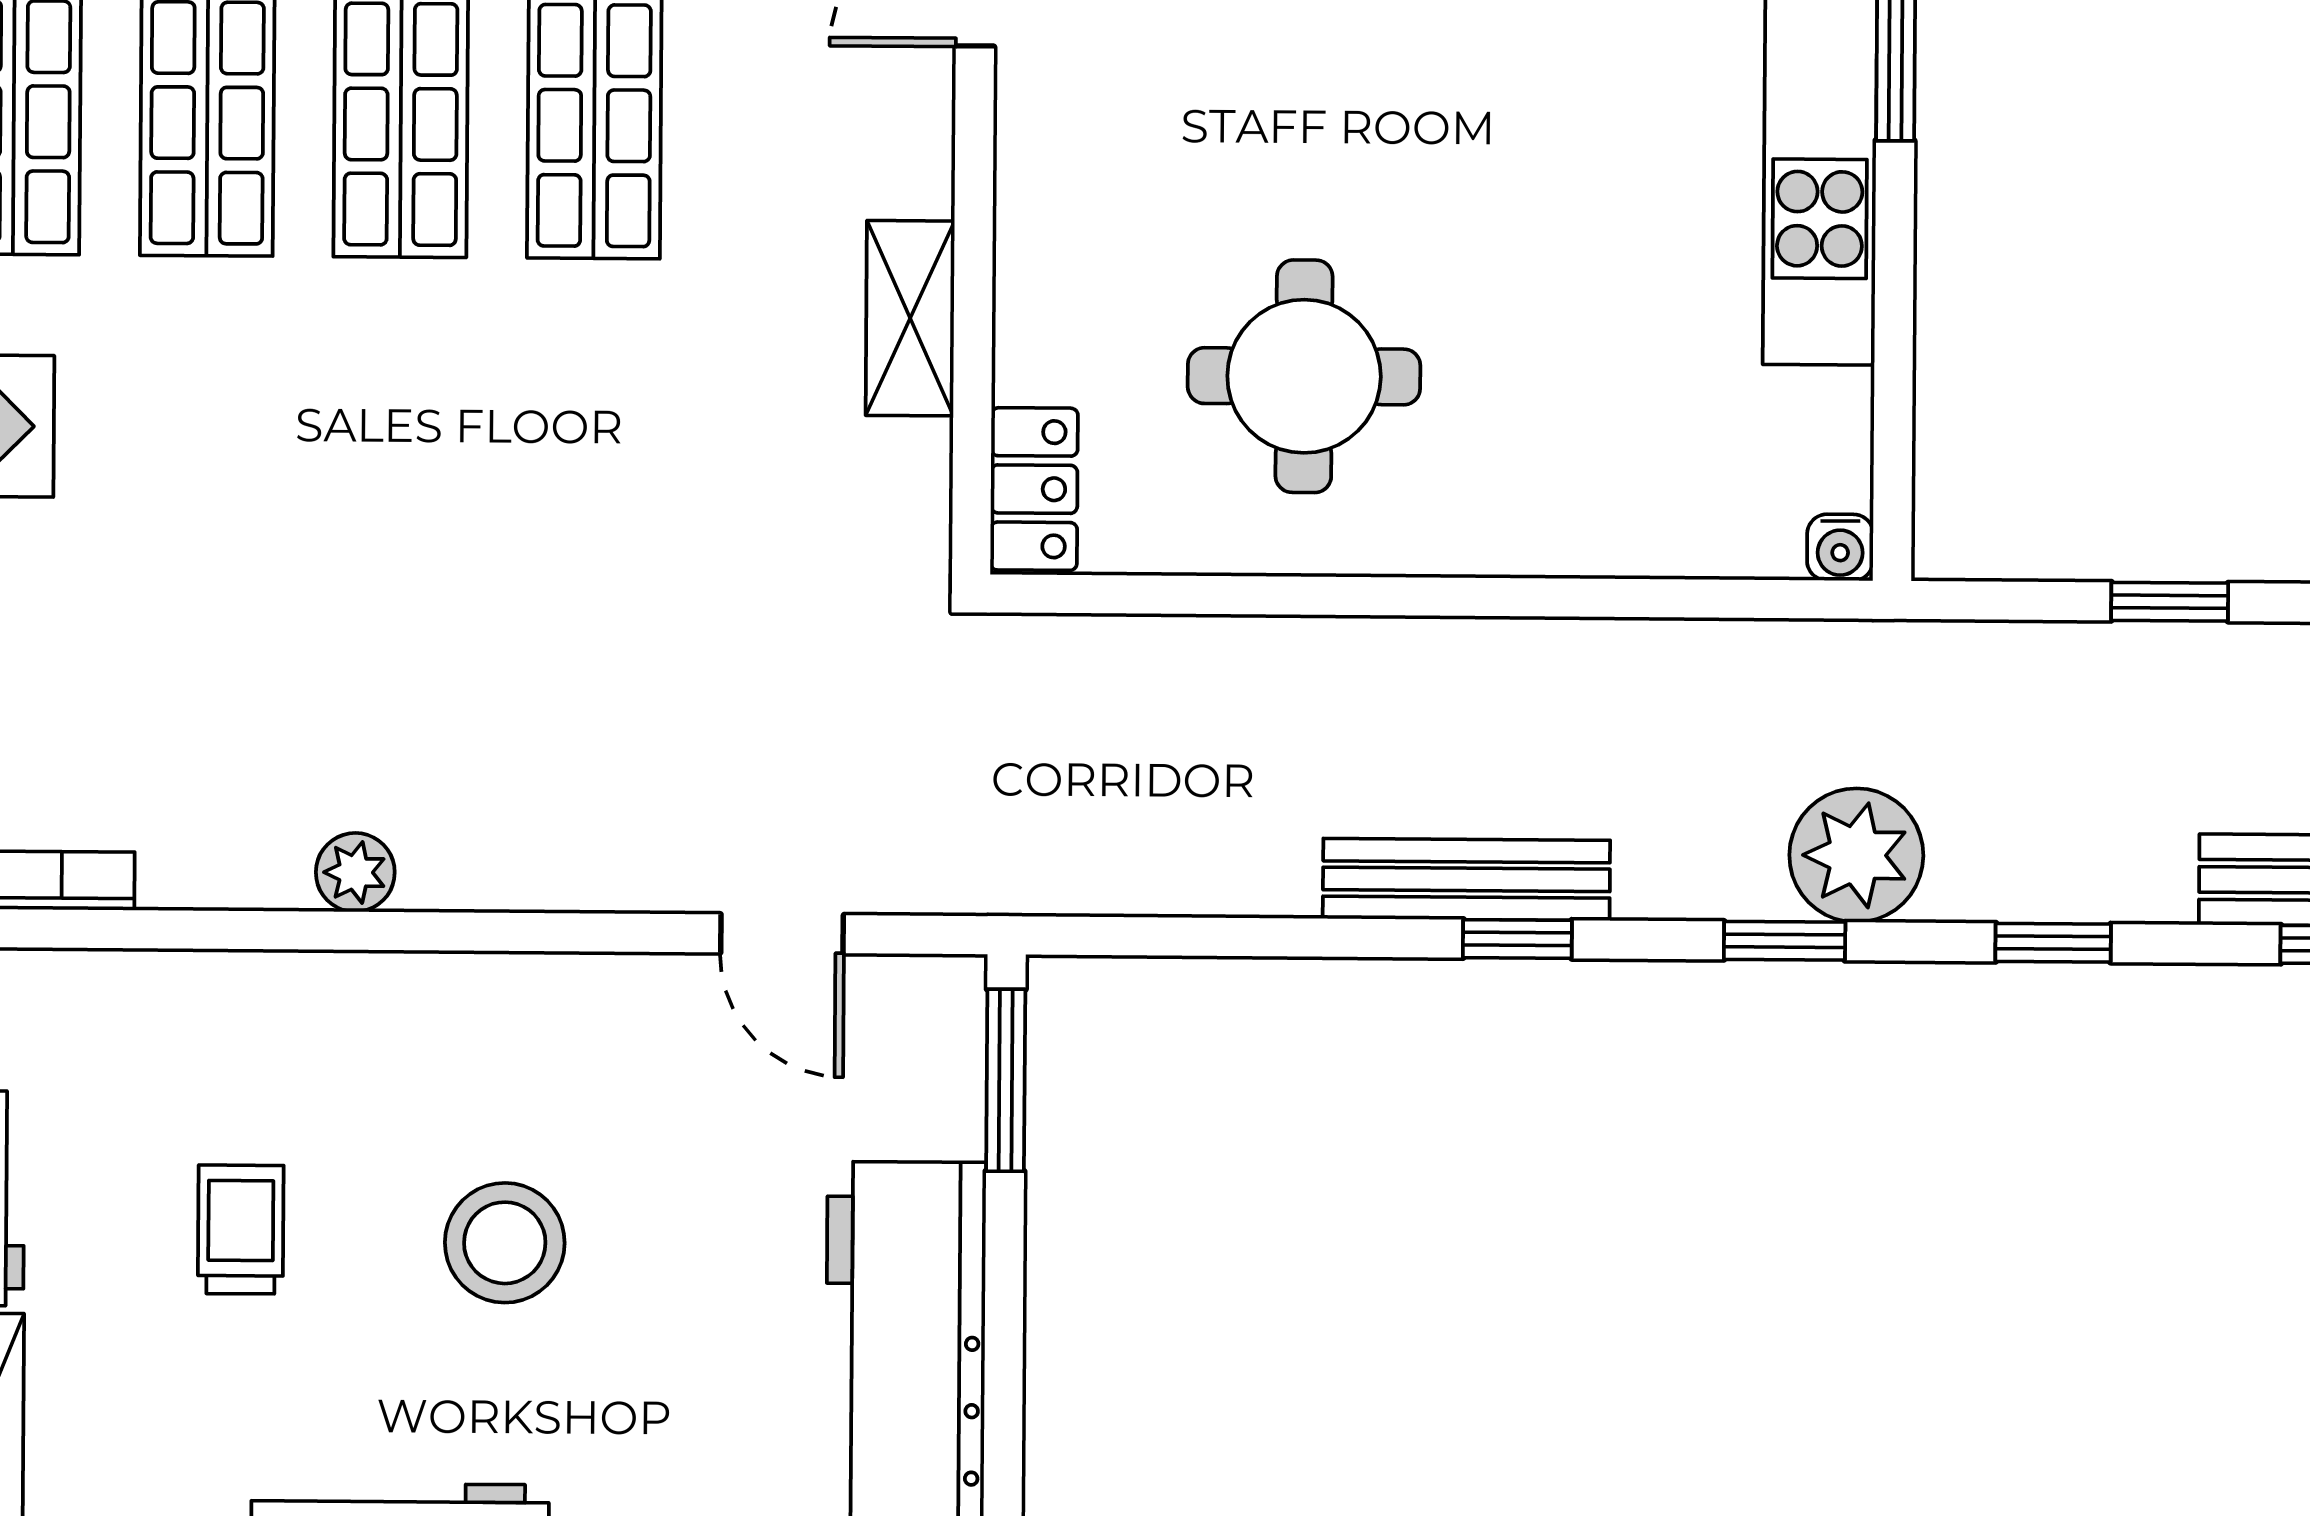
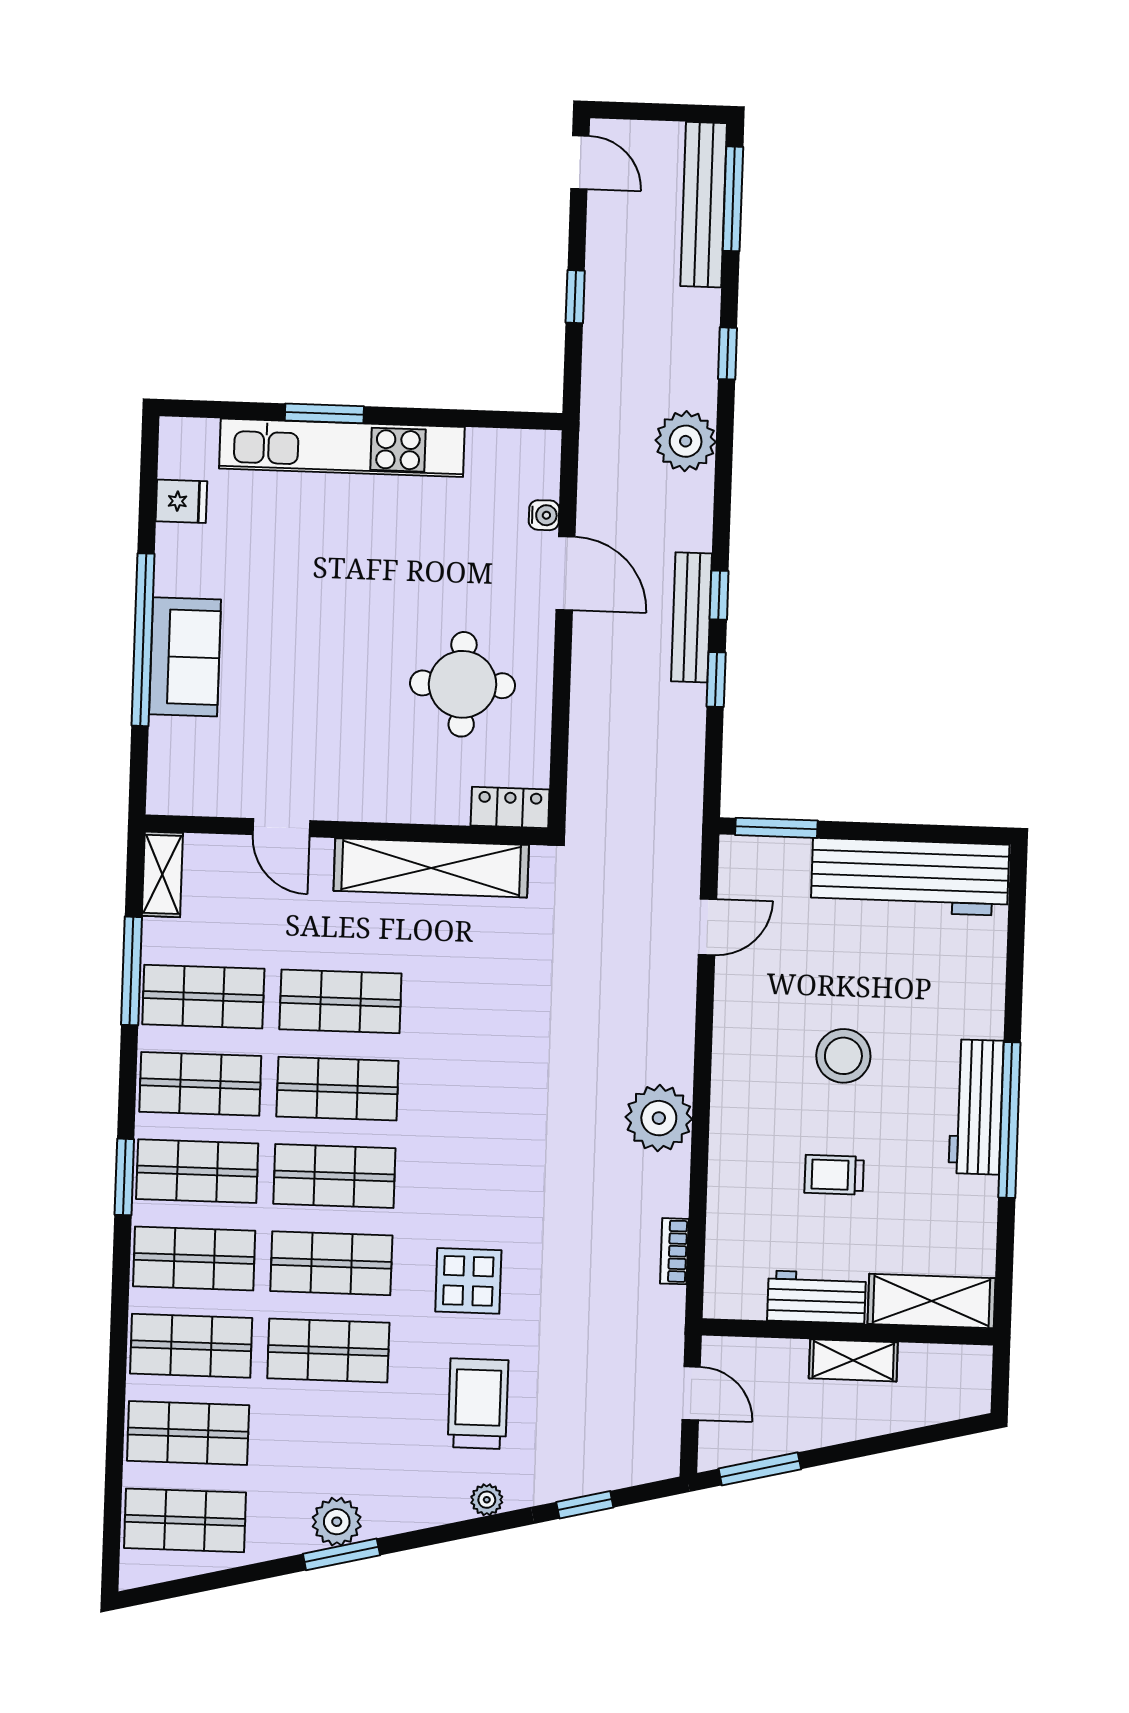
shelving: (910, 318) -> (431, 868), width x2.20, depth x1.33
water cooler: (1840, 547) -> (544, 515), moved
door: (1557, 597) -> (566, 573), added
plant: (355, 872) -> (659, 1118), width x1.88, depth x1.88
window: (1785, 941) -> (716, 679), moved

